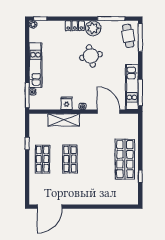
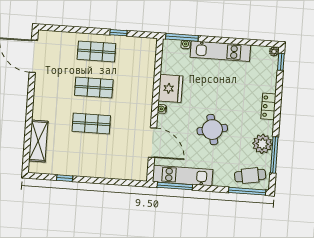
plant: (93, 28) -> (262, 144), moved
round table: (91, 56) -> (212, 130), moved
fridge: (67, 103) -> (170, 88), width x1.88, depth x1.34
door: (109, 112) -> (153, 143), hinge flipped
shelving: (64, 120) -> (38, 141), moved
shop shelf: (125, 159) -> (91, 124), moved, width x0.70, depth x0.74

